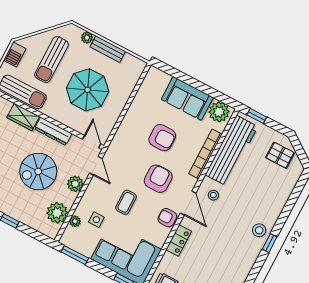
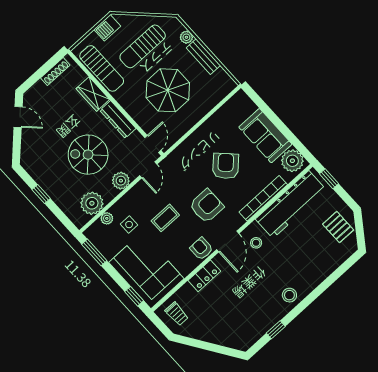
armchair: (162, 138) -> (226, 166), turned -135
window: (270, 243) -> (276, 330), moved

